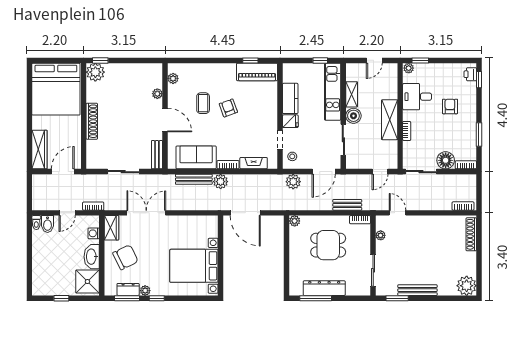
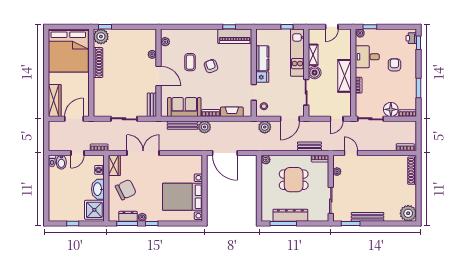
shoe rack: (92, 121) -> (98, 63), moved

